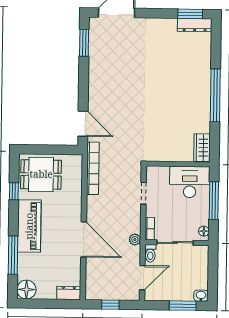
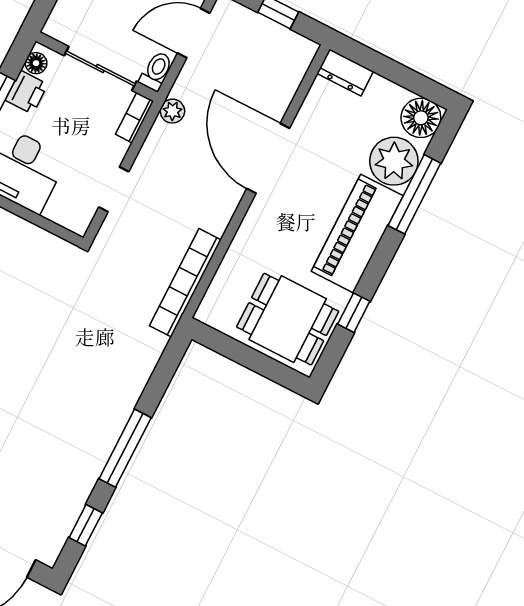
window: (84, 43) -> (86, 525), width x0.67
window: (84, 84) -> (125, 448), added
door: (83, 124) -> (162, 375), removed
printer: (202, 217) -> (27, 92), added
plant: (29, 265) -> (394, 161), added

